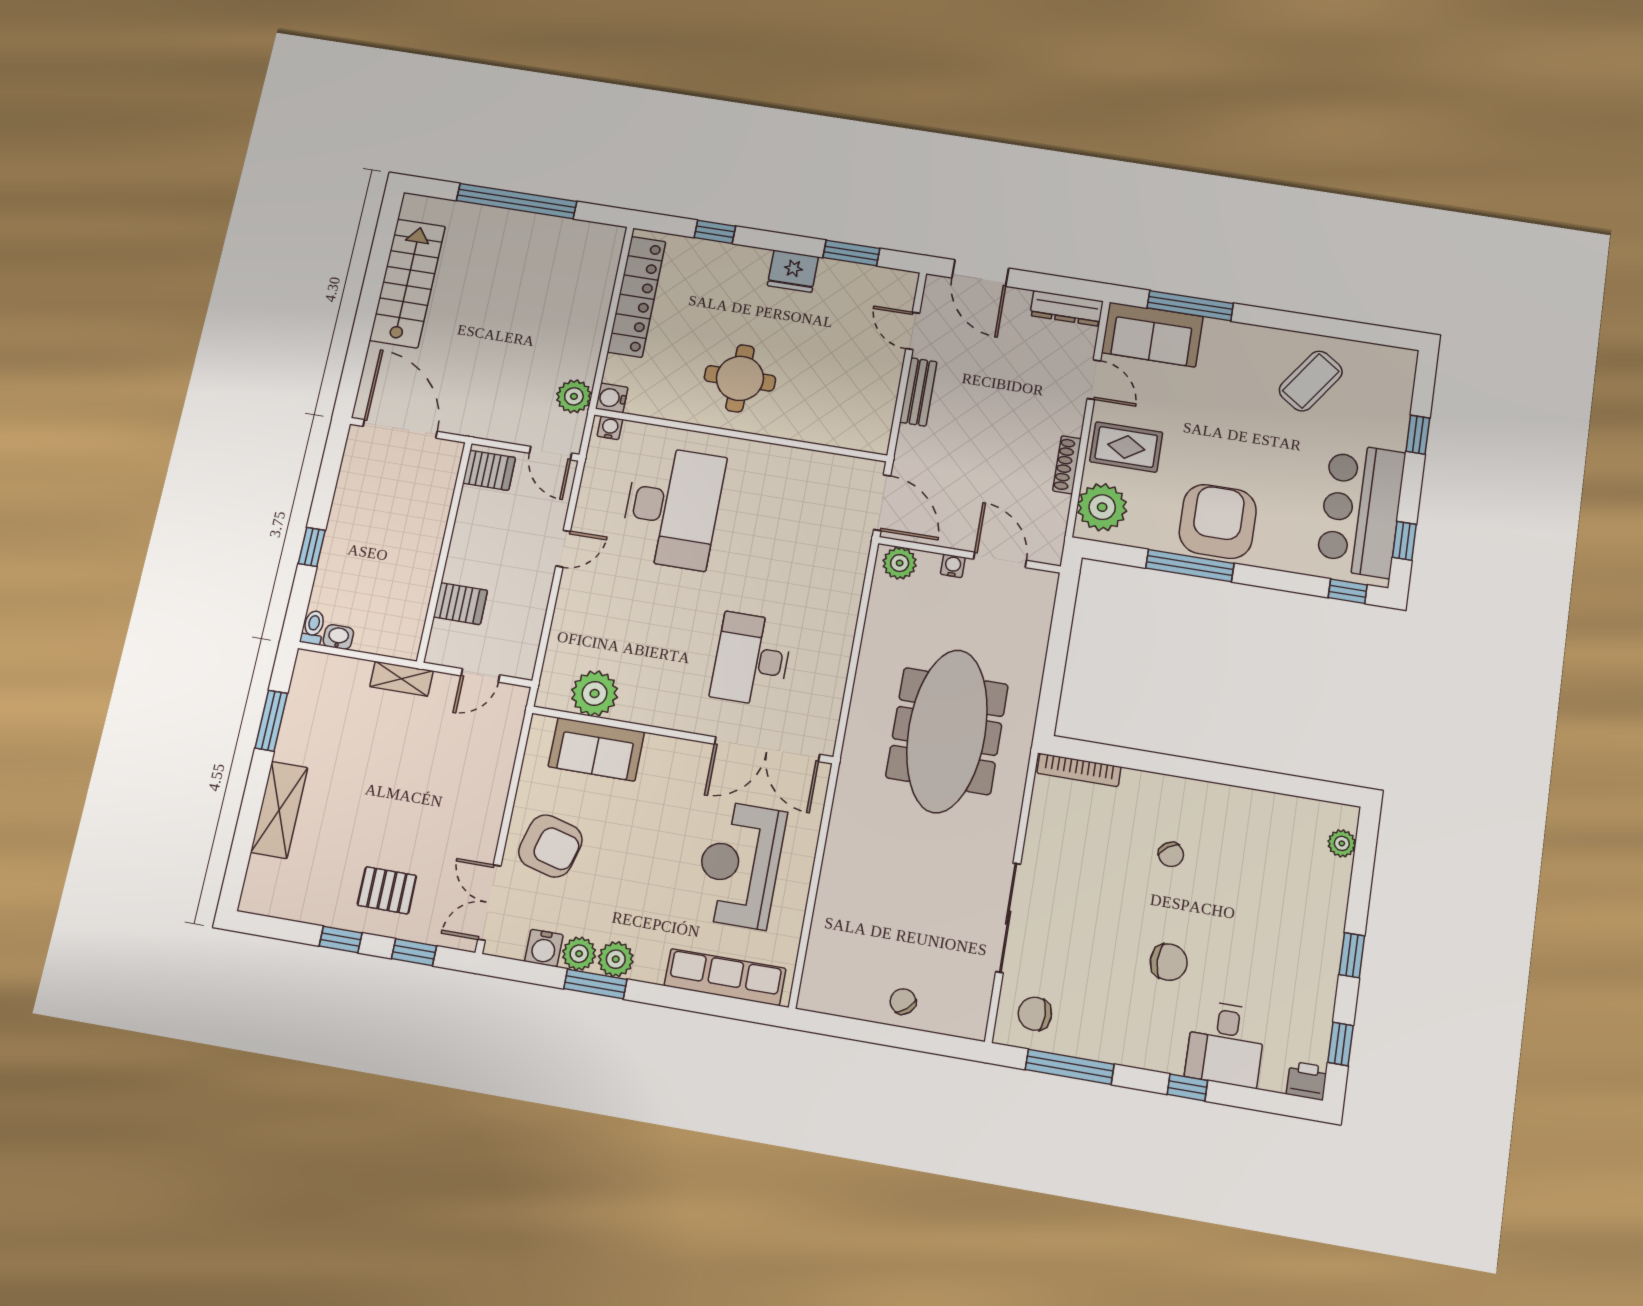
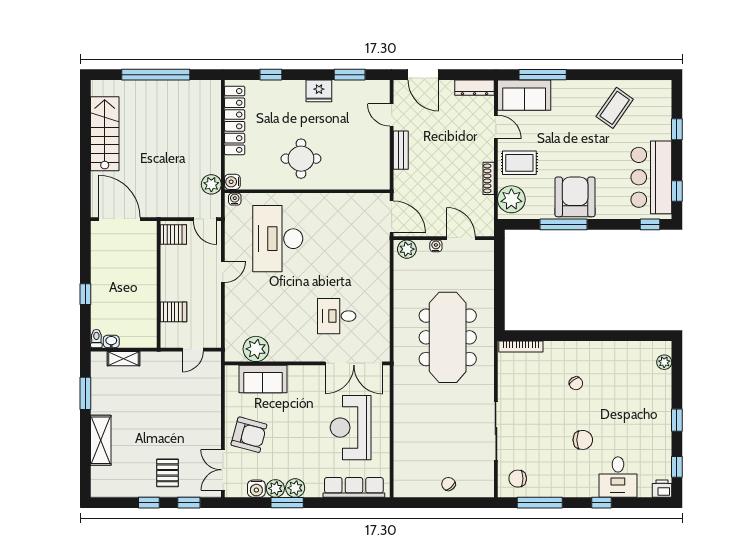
desk: (672, 507) -> (278, 239), turned 180
desk: (752, 659) -> (337, 316), width x0.73
shelving: (401, 679) -> (123, 359), moved
pallet: (387, 890) -> (167, 473), turned 90

